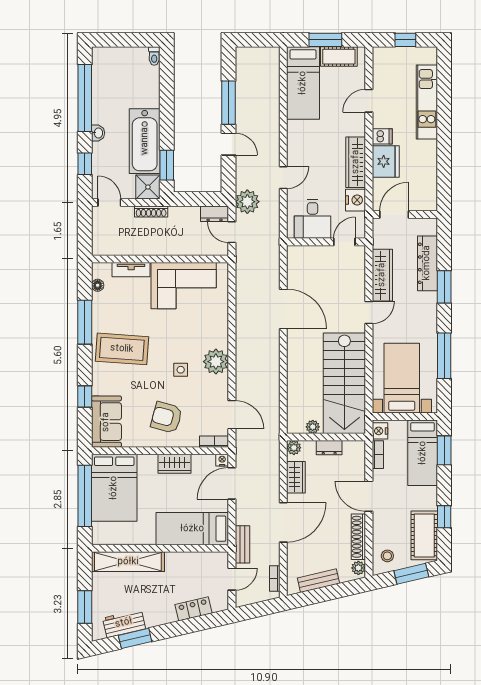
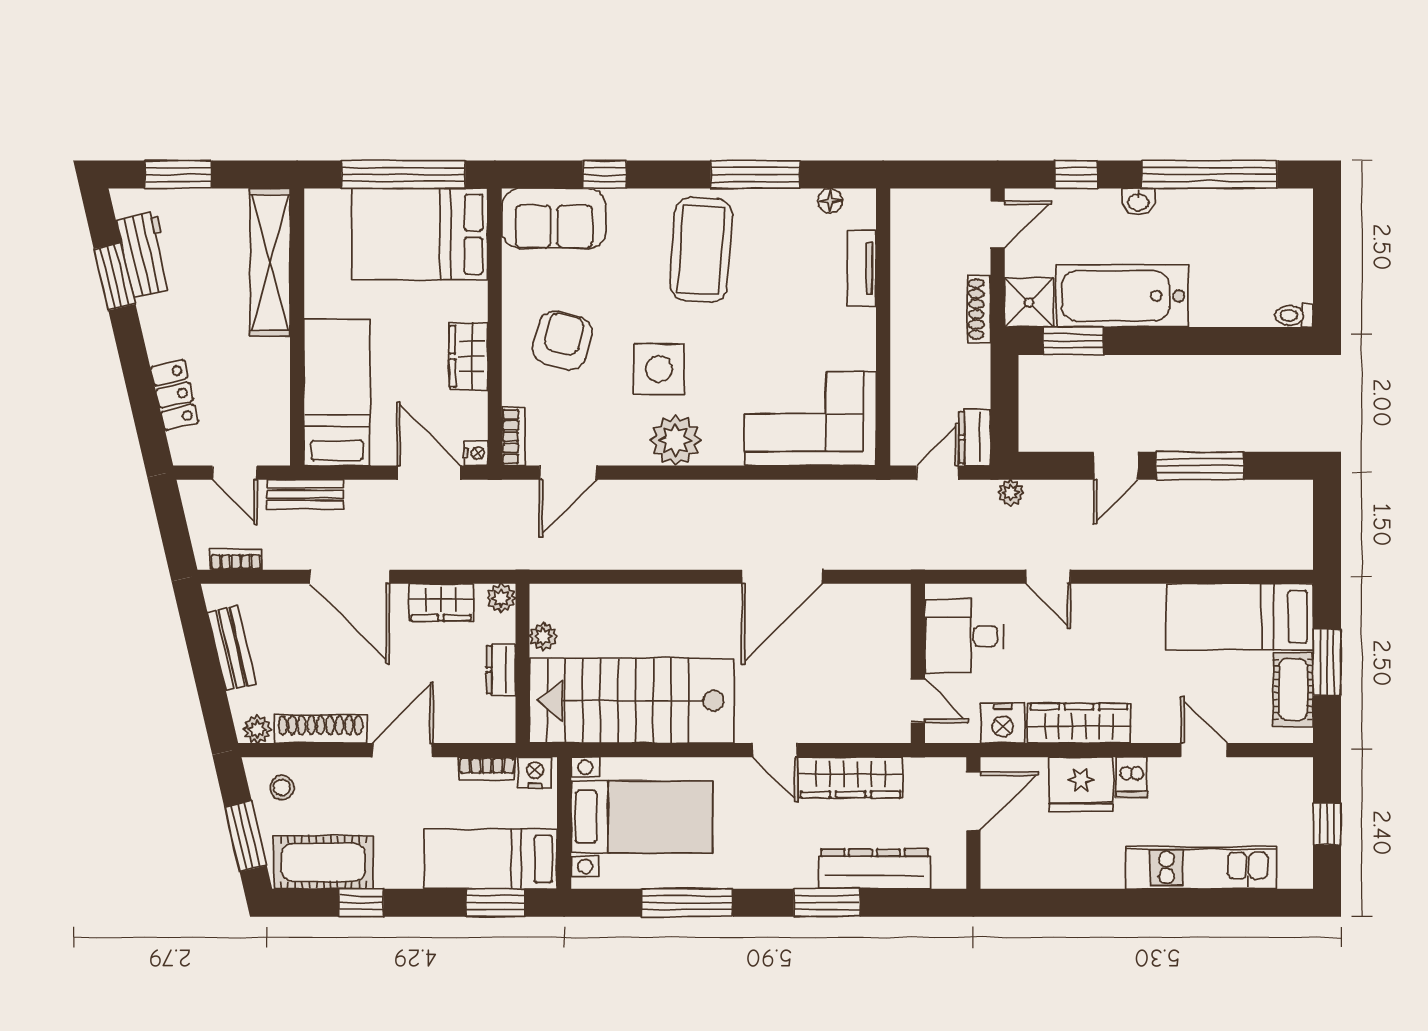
plant: (247, 202) -> (1011, 493), width x0.53, depth x0.53
door: (394, 215) -> (973, 802), hinge flipped
corner sofa: (184, 286) -> (810, 419), moved, turned 90
side table: (181, 370) -> (659, 369), width x1.87, depth x1.87

